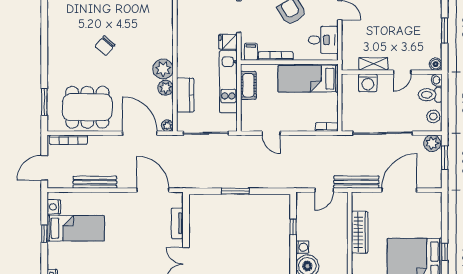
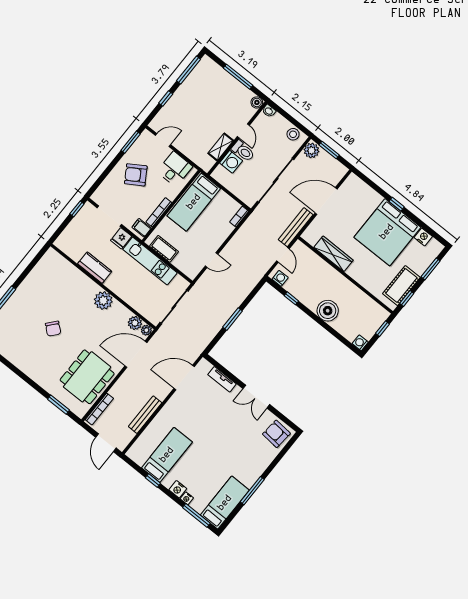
window: (445, 31) -> (238, 77), width x1.44
plant: (166, 88) -> (135, 323), moved
kitchen counter: (185, 95) -> (95, 268), moved
toilet: (430, 95) -> (243, 151), moved, turned -90
door: (399, 190) -> (326, 201), hinge flipped
nightstand: (54, 207) -> (178, 489), moved
washing machine: (302, 247) -> (280, 278), moved

